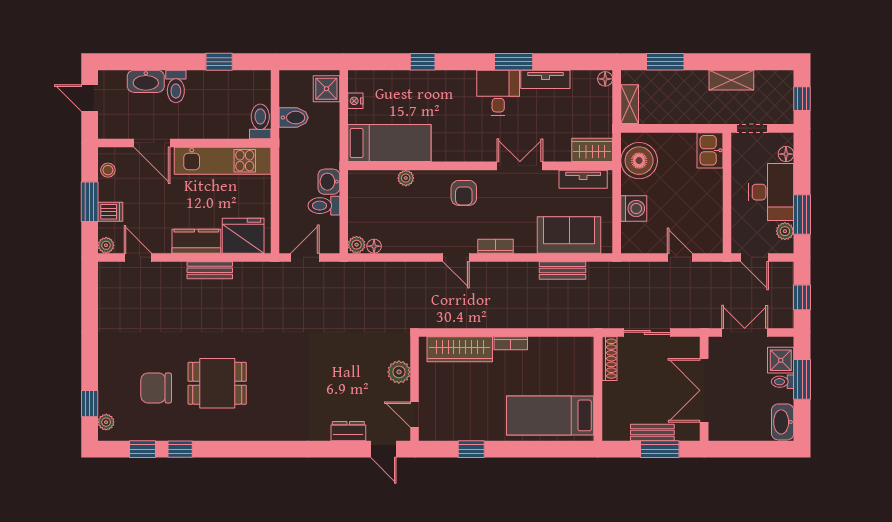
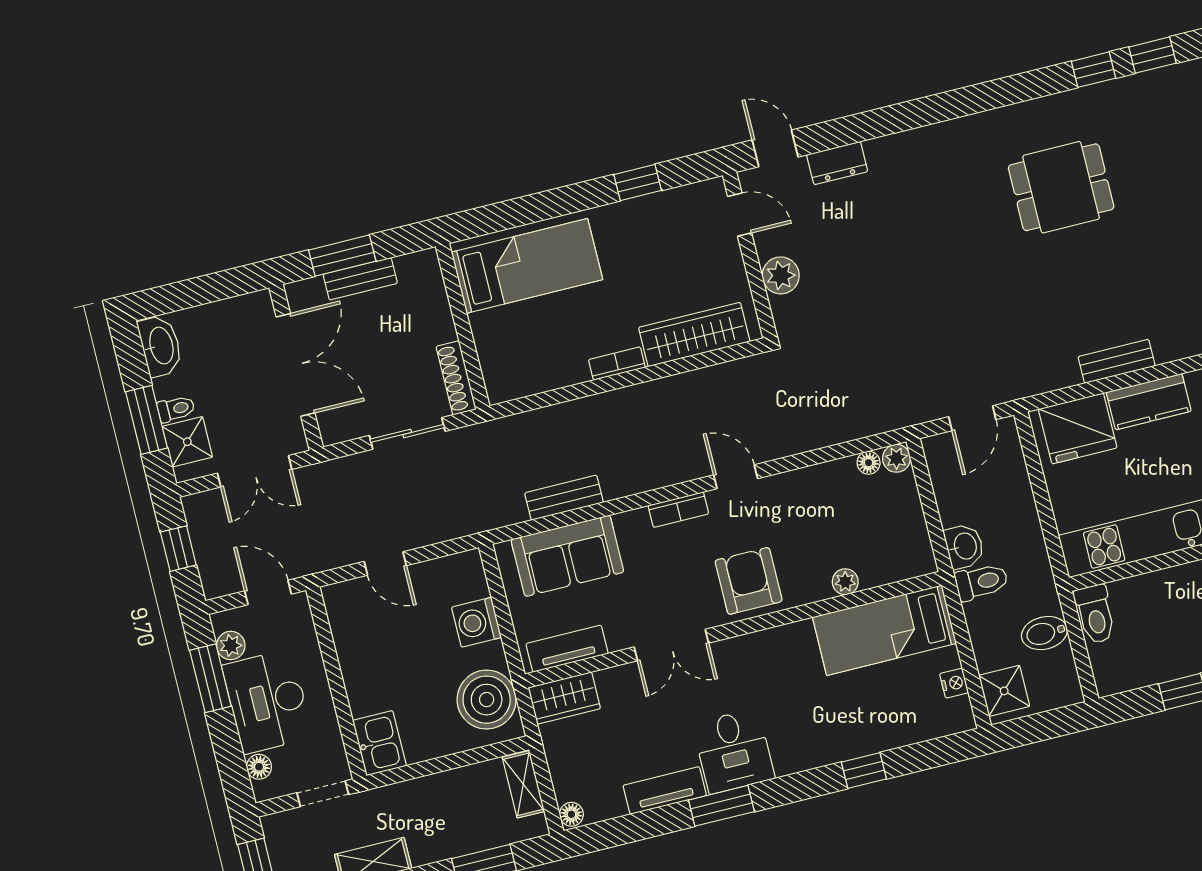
armchair: (464, 193) -> (749, 581), width x1.38, depth x1.38
toilet: (324, 206) -> (981, 582), moved
chair: (156, 388) -> (1155, 156), removed

